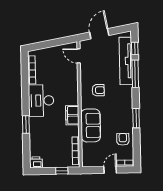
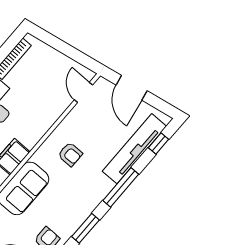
door: (99, 34) -> (132, 88), swing flipped
window: (135, 74) -> (121, 187), moved

